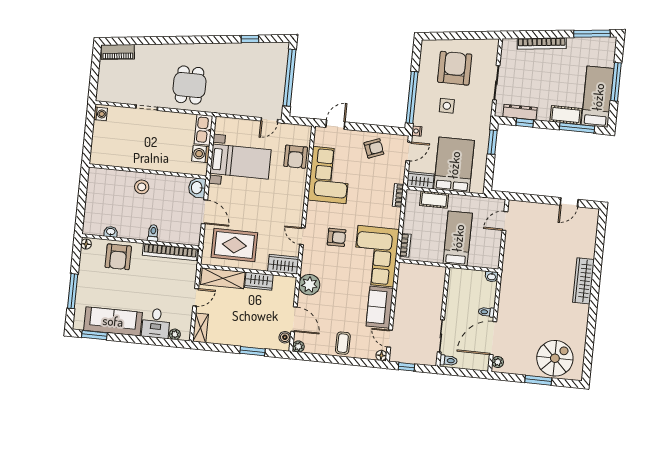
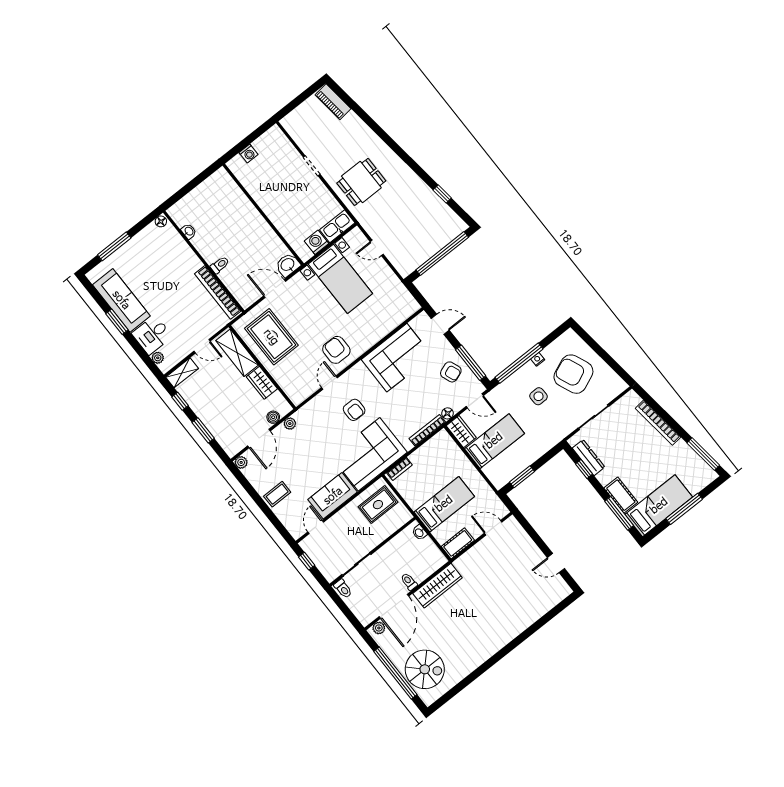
armchair: (455, 68) -> (573, 374), turned -113
washing machine: (100, 114) -> (249, 154), moved
door: (269, 120) -> (377, 248), moved
window: (381, 129) -> (471, 363), added
nightstand: (417, 131) -> (538, 359), moved
window: (492, 142) -> (522, 477), moved
armchair: (296, 157) -> (336, 350), moved, turned 90
bed: (454, 165) -> (494, 441), width x0.67
stool: (142, 187) -> (247, 222), removed
bookcase: (398, 195) -> (427, 430), width x1.56
cot: (434, 200) -> (458, 543), moved, turned 90
door: (204, 212) -> (275, 289), swing flipped
armchair: (118, 257) -> (175, 256), removed
wardrobe: (283, 264) -> (293, 389), removed
washbasin: (492, 277) -> (419, 533), moved
wardrobe: (583, 281) -> (438, 586), moved, turned 180
rug: (415, 283) -> (378, 505), added
plant: (309, 285) -> (290, 424), width x0.53, depth x0.53
window: (94, 335) -> (117, 322), moved
boiler: (285, 337) -> (273, 417), moved
door: (493, 338) -> (394, 606), swing flipped
window: (218, 348) -> (180, 401), added
floor lamp: (381, 355) -> (448, 413), moved
window: (538, 380) -> (395, 673), width x2.11

